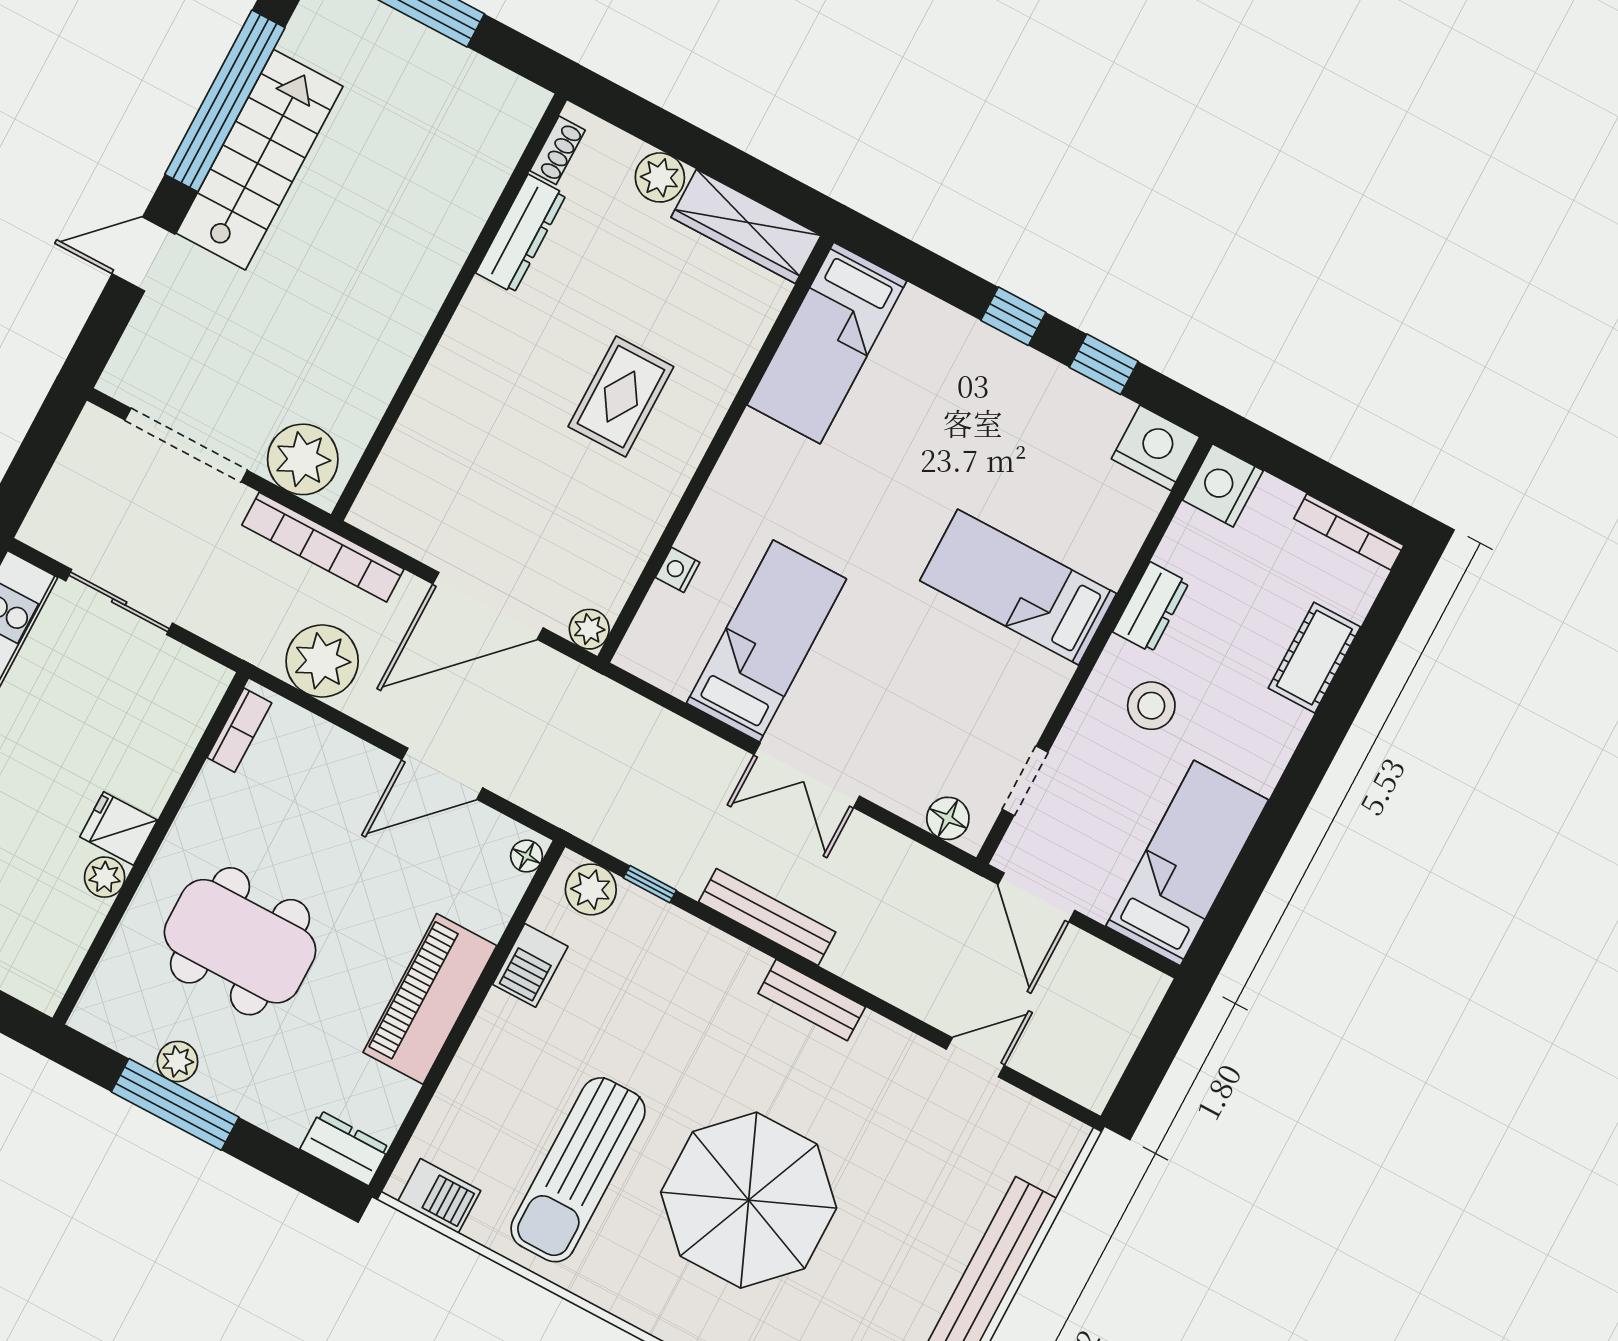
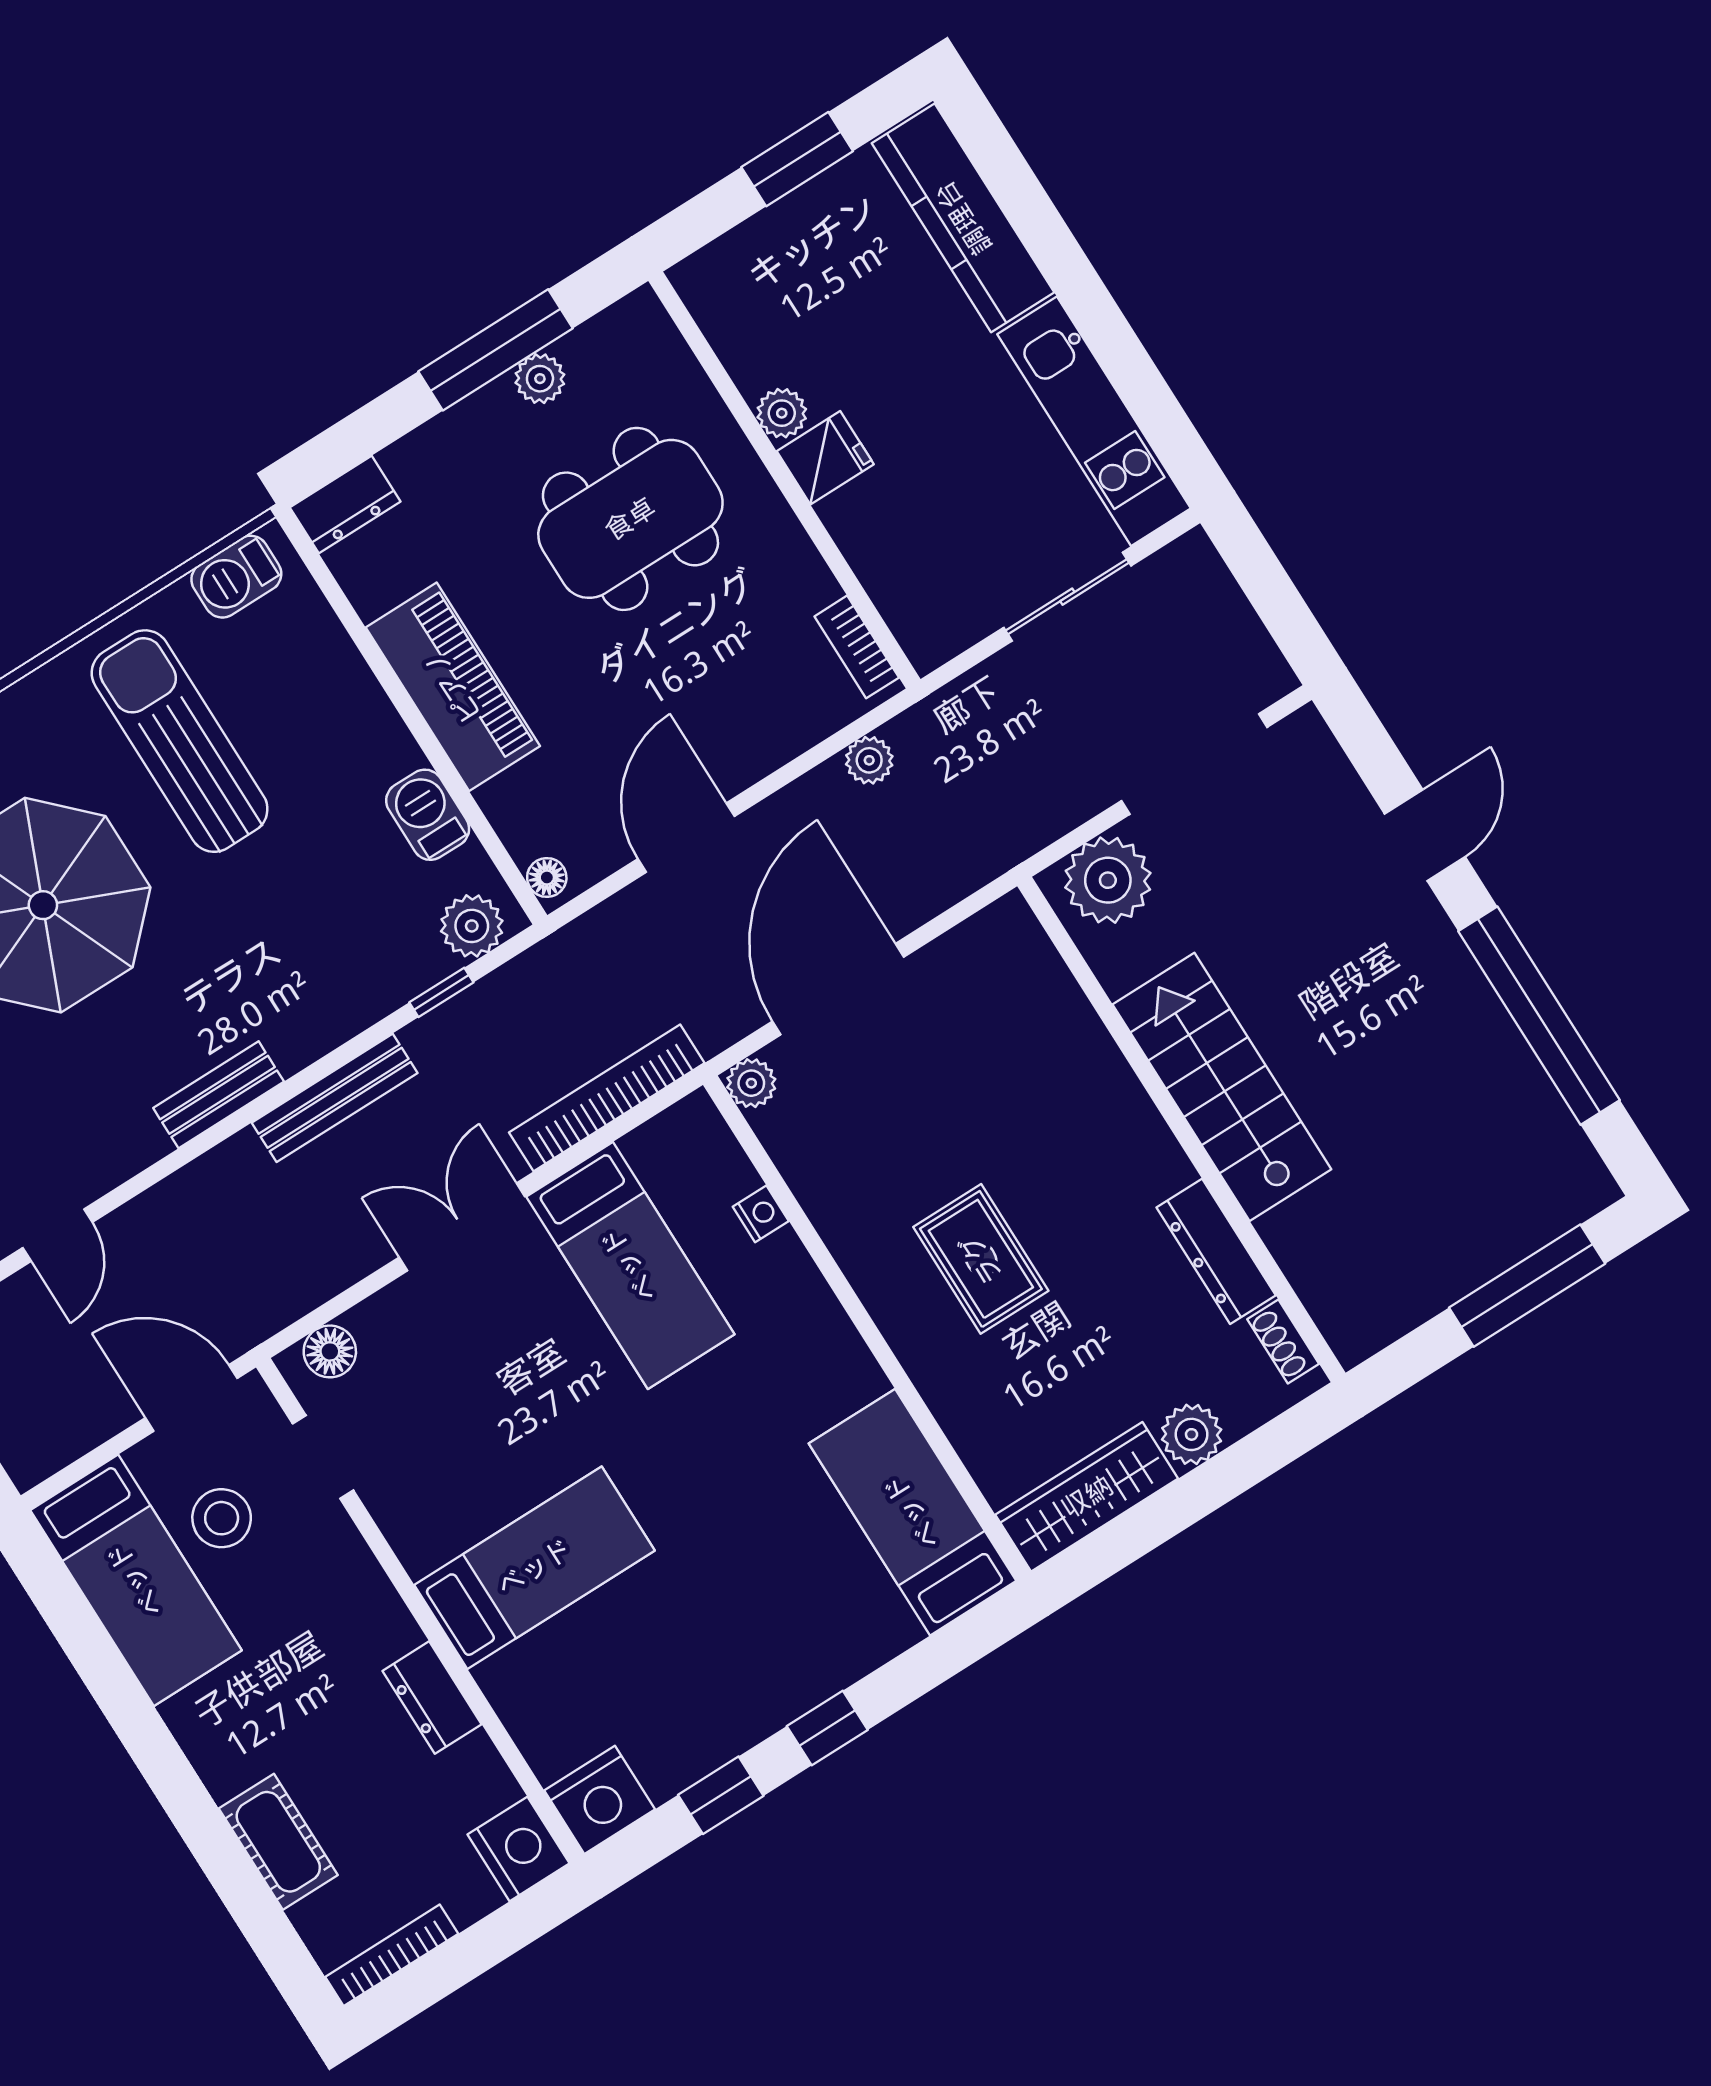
stairs: (259, 160) -> (1222, 1087), moved, turned 180
bookcase: (323, 547) -> (607, 1098), moved
plant: (322, 661) -> (869, 760), width x0.53, depth x0.53
stool: (1151, 706) -> (222, 1518), moved

